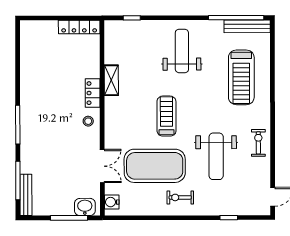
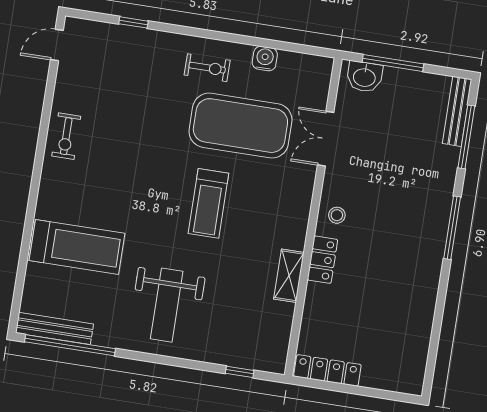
treadmill: (241, 77) -> (77, 247), turned 90
weight bench: (216, 156) -> (138, 125), removed
water cooler: (112, 202) -> (265, 59), moved, turned -90

